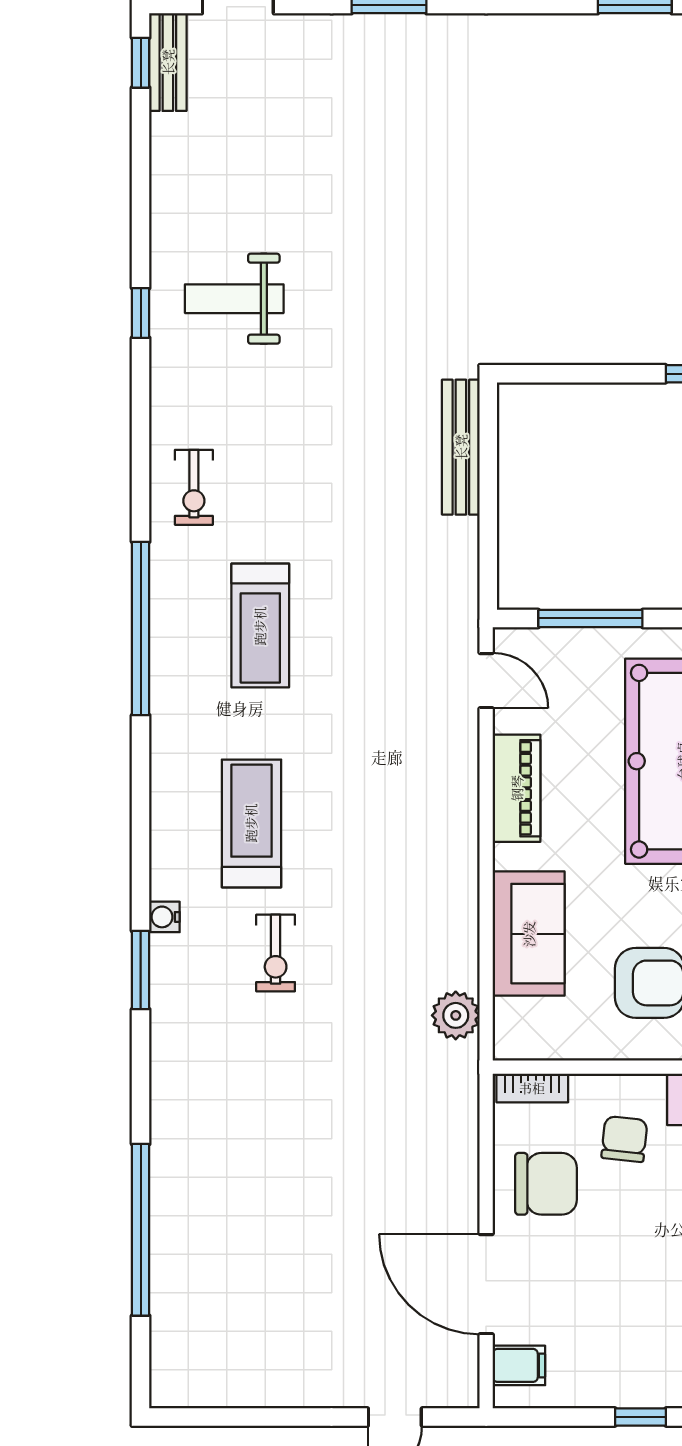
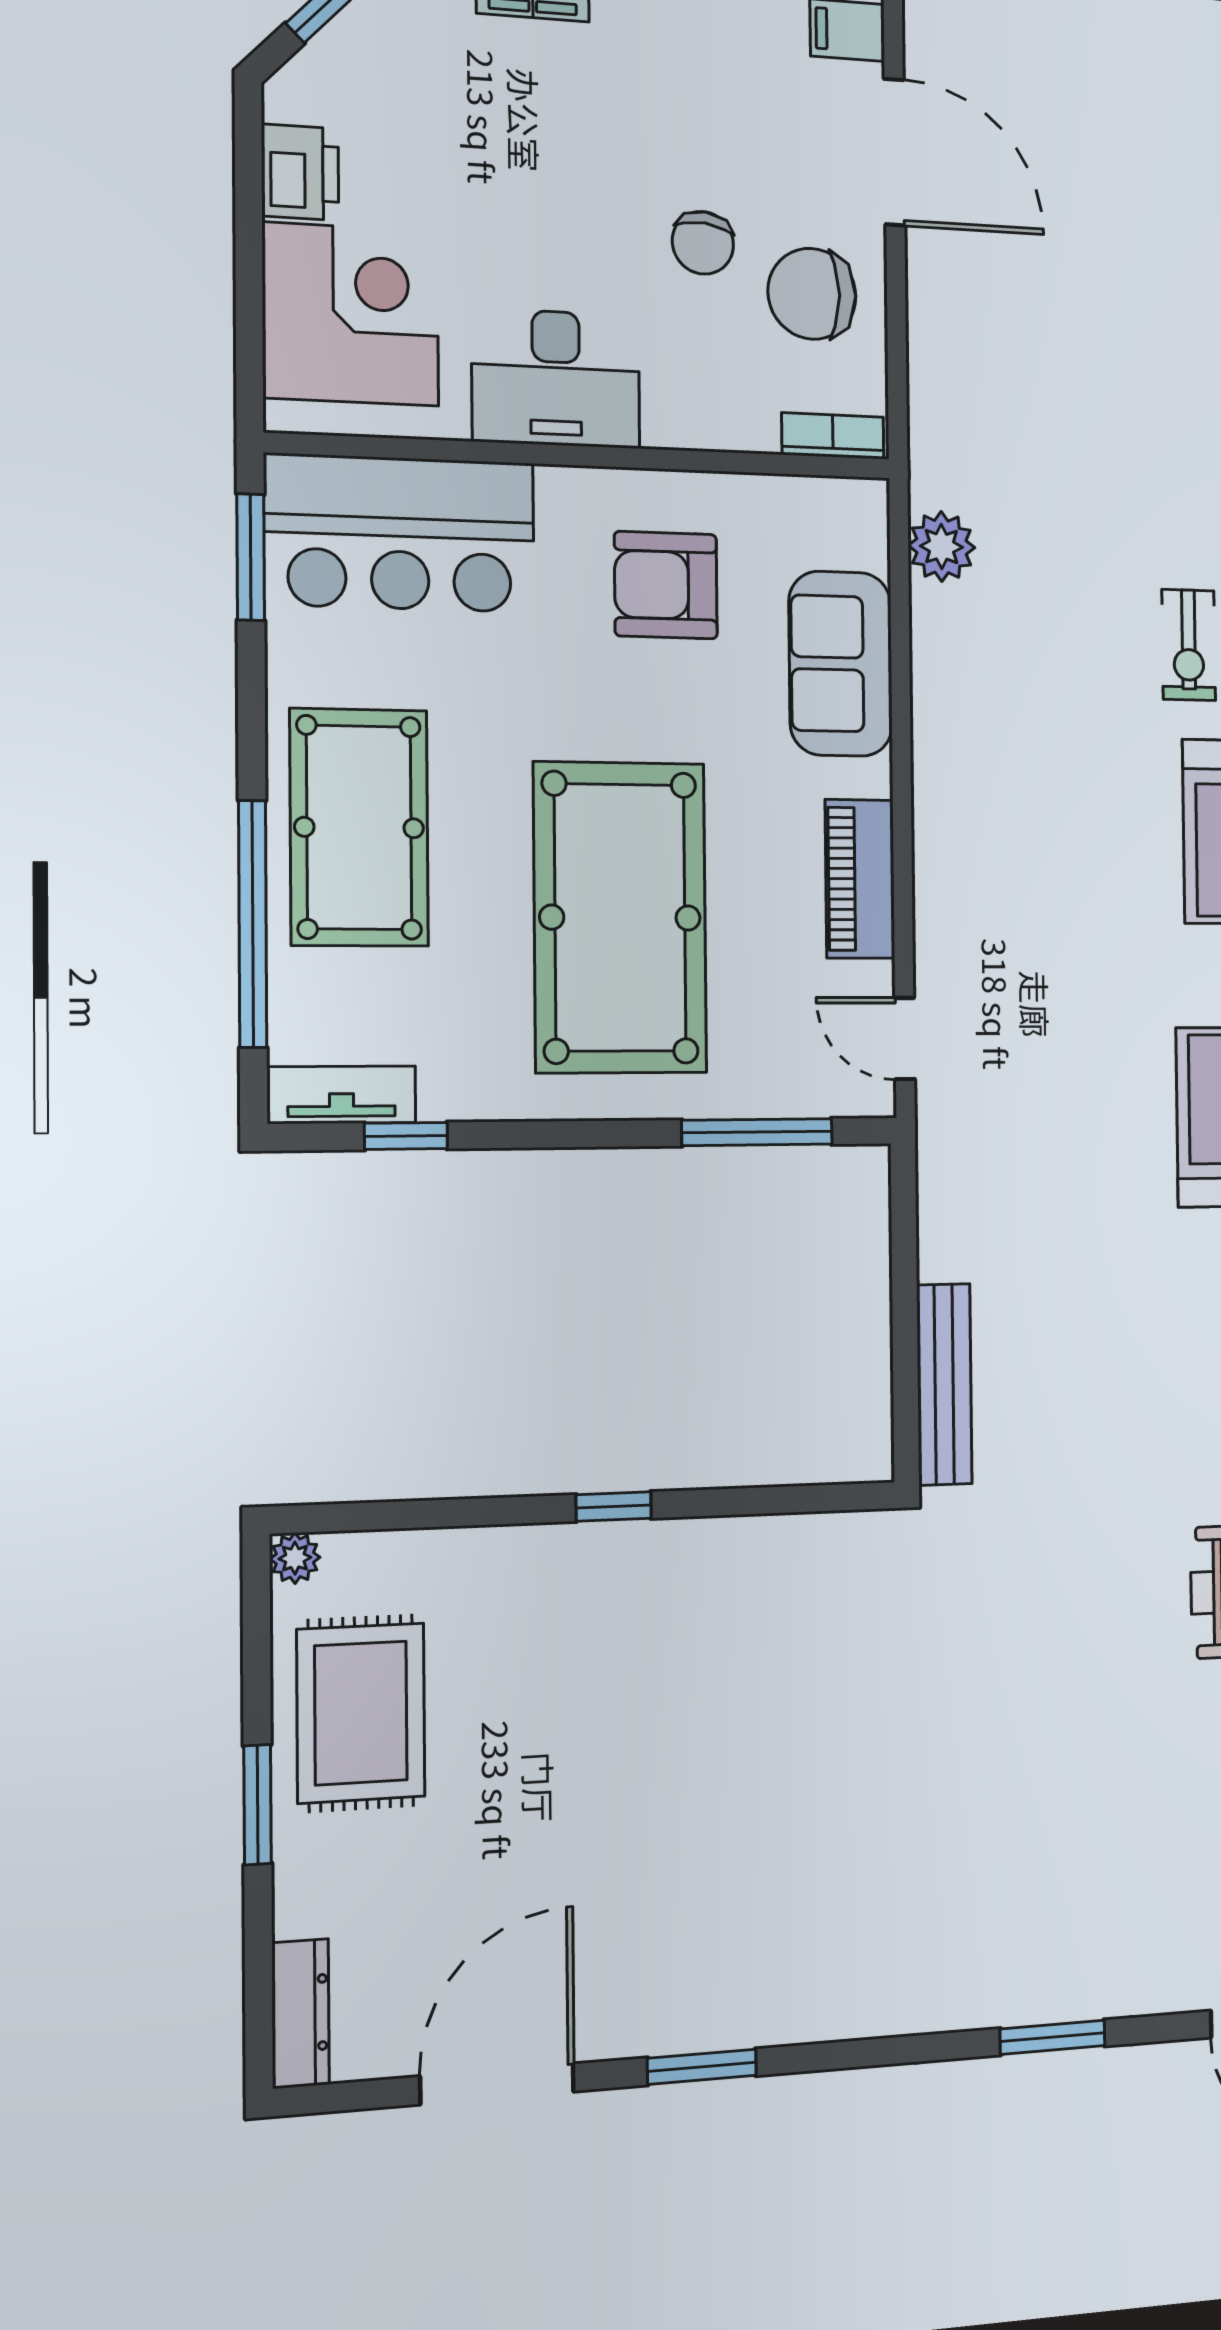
exercise bike: (276, 953) -> (1189, 645), turned 180
chair: (624, 1139) -> (703, 243), moved

